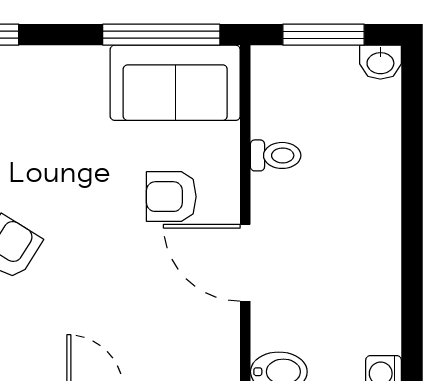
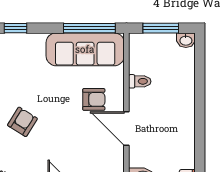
sofa: (175, 83) -> (85, 49), width x1.36
armchair: (171, 197) -> (94, 99), turned 180

